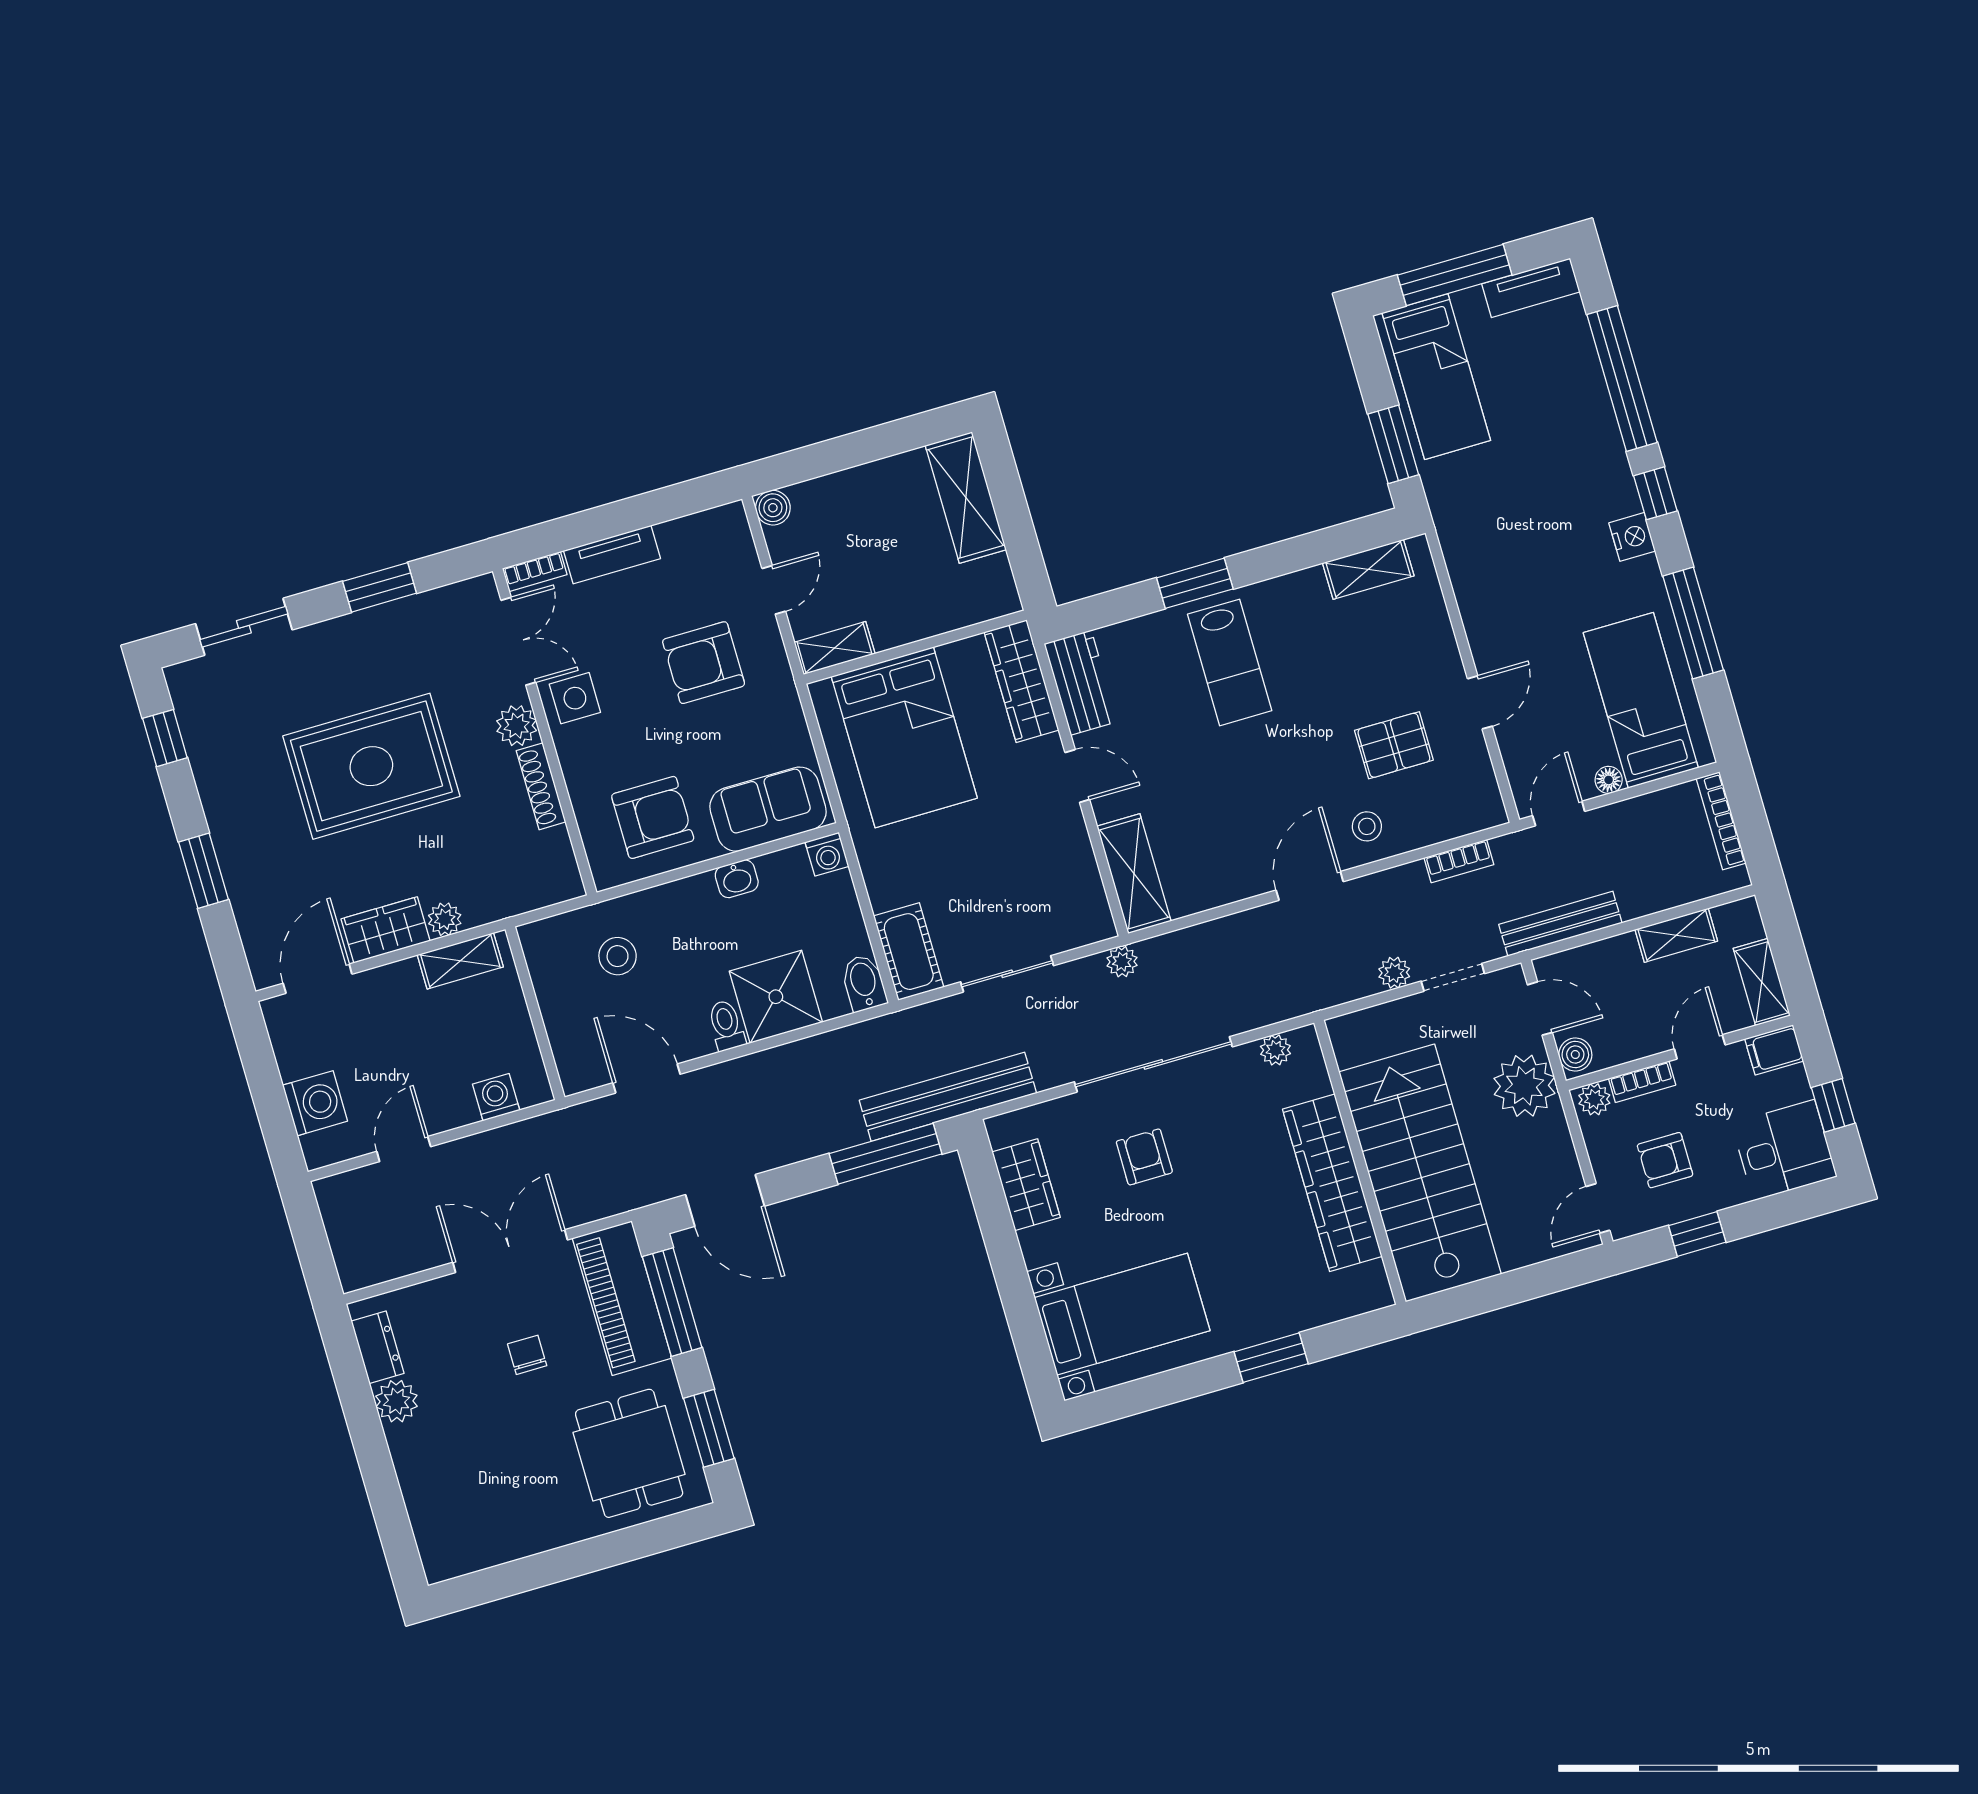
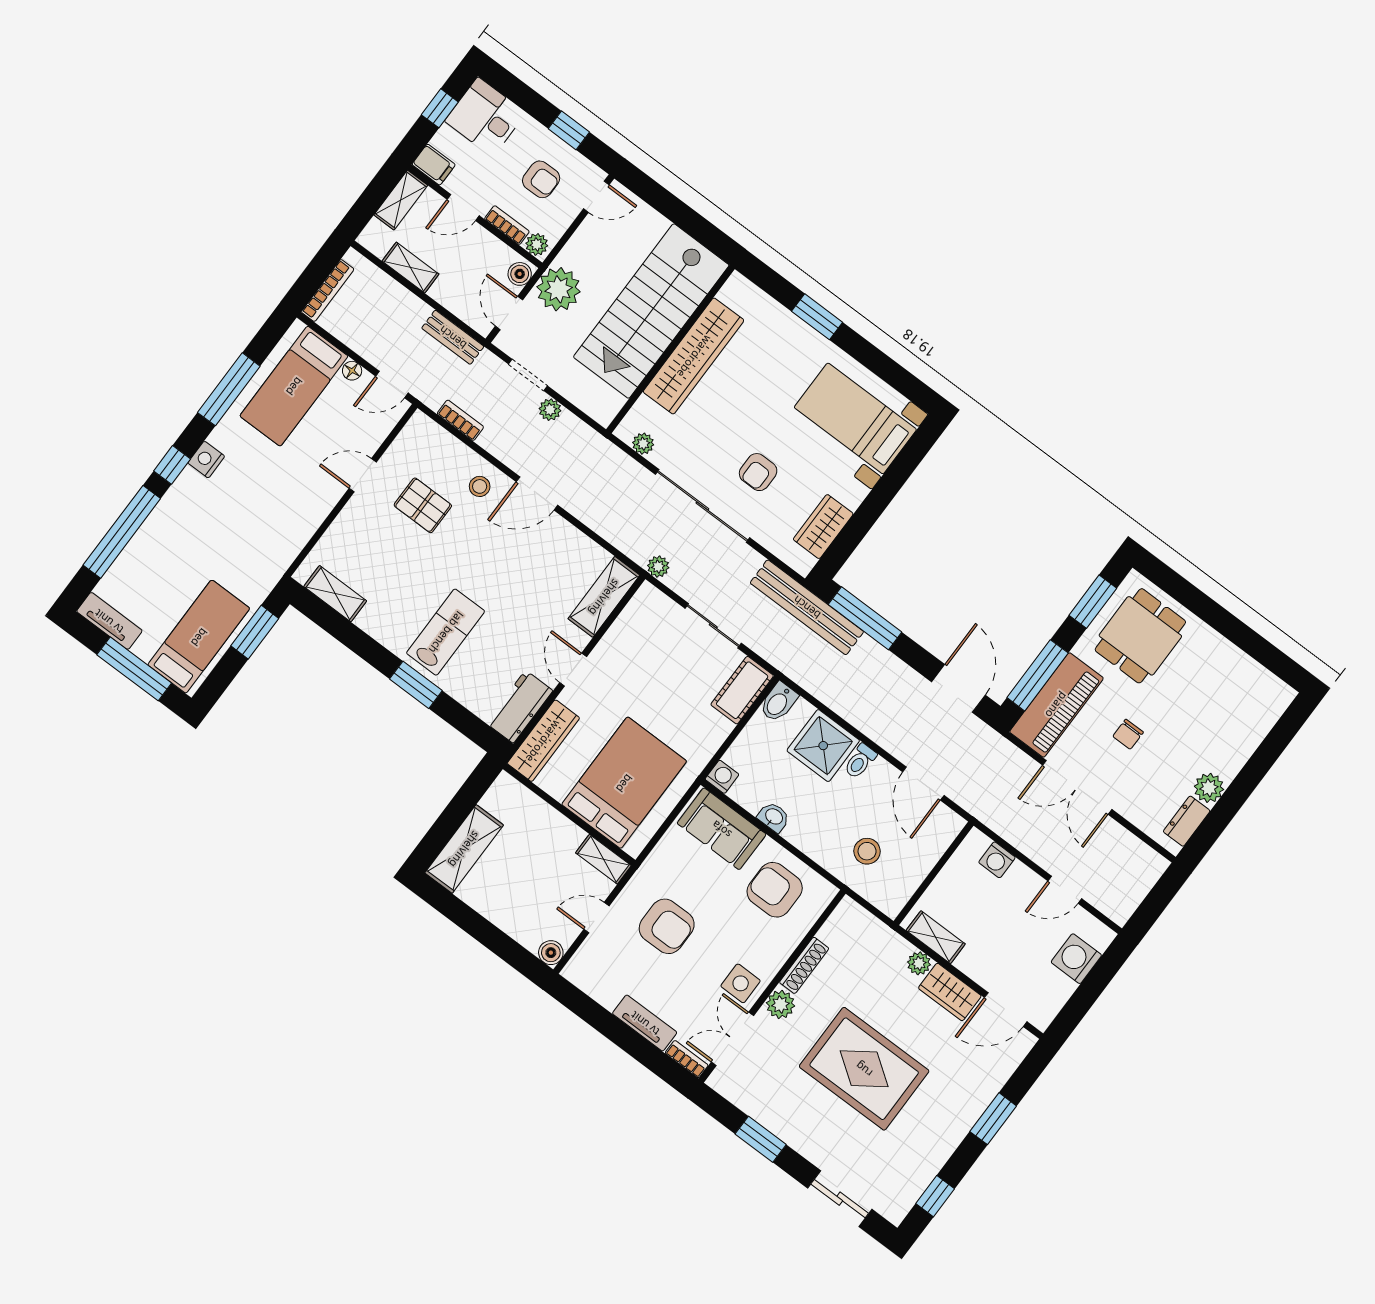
bench: (1560, 924) -> (453, 337), width x0.73

